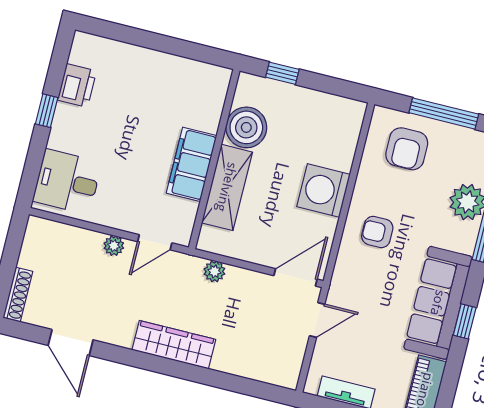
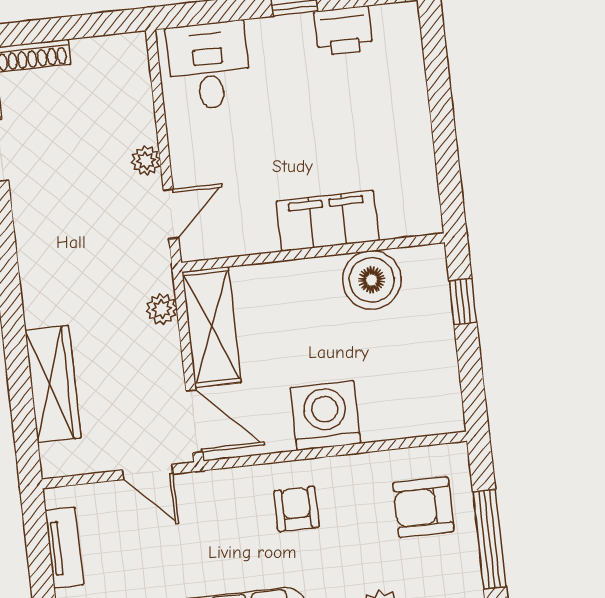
filing cabinet: (192, 164) -> (328, 221), moved
shelving: (227, 187) -> (212, 327), moved, turned 90
door: (155, 242) -> (171, 214), swing flipped
wardrobe: (174, 345) -> (53, 384), moved

